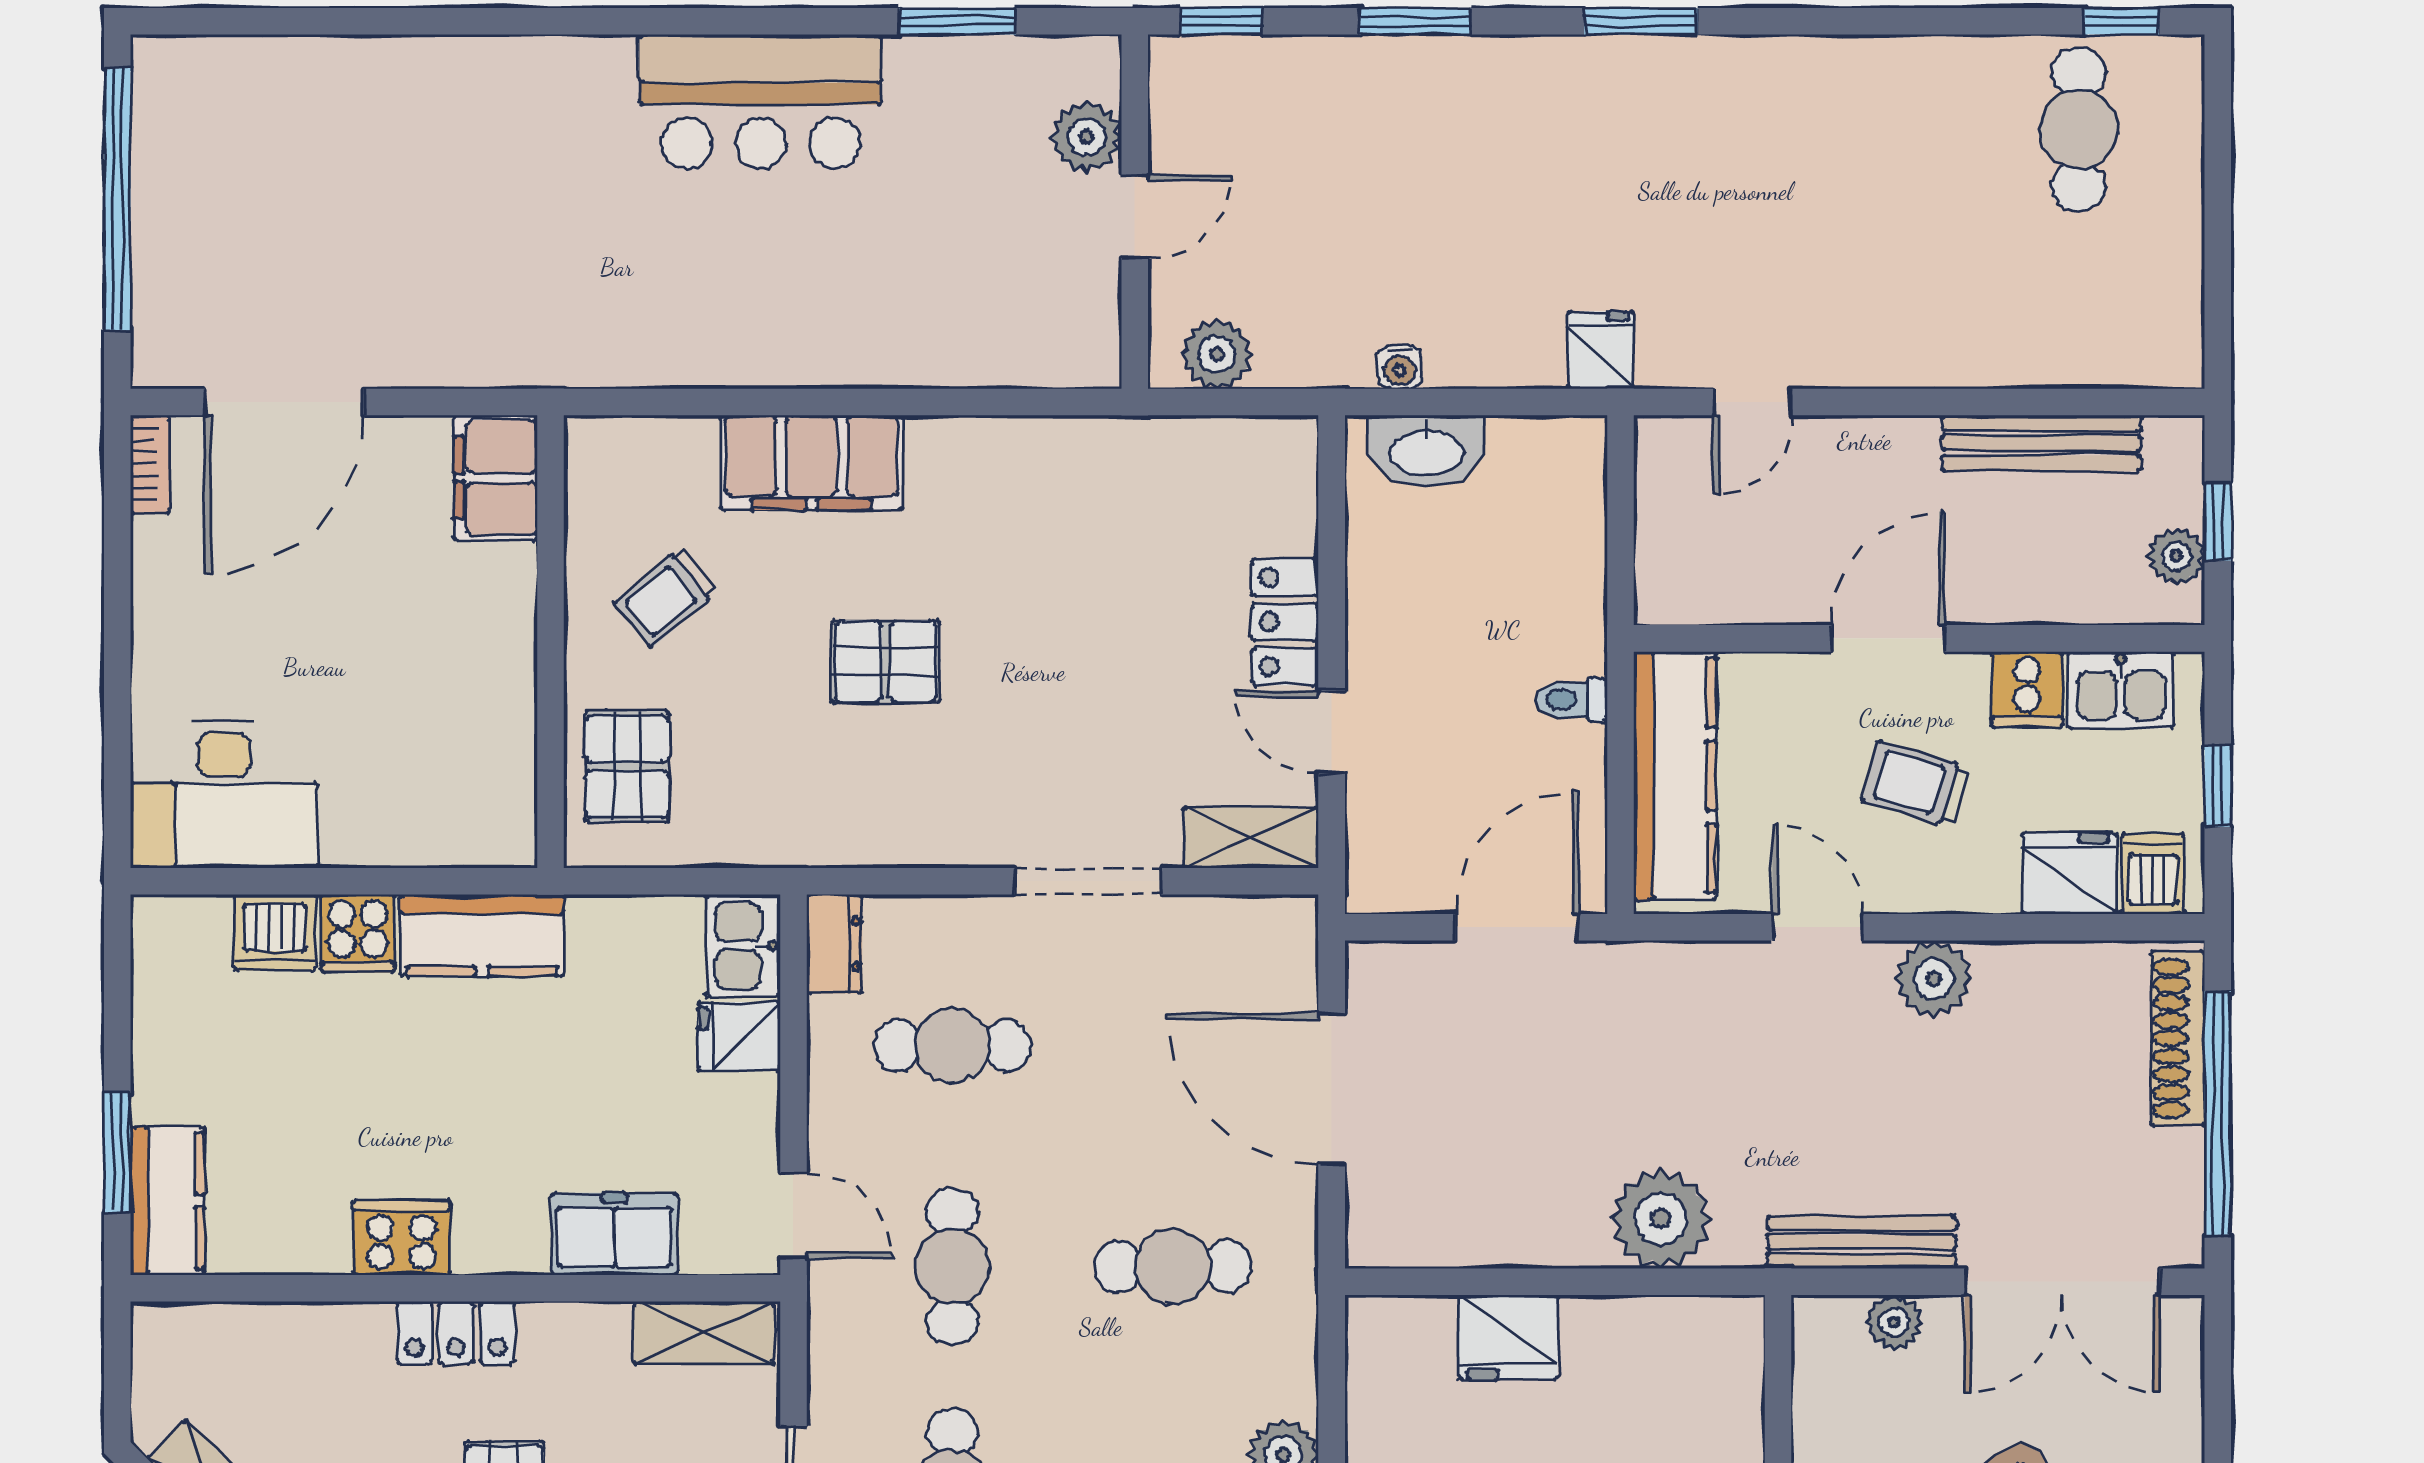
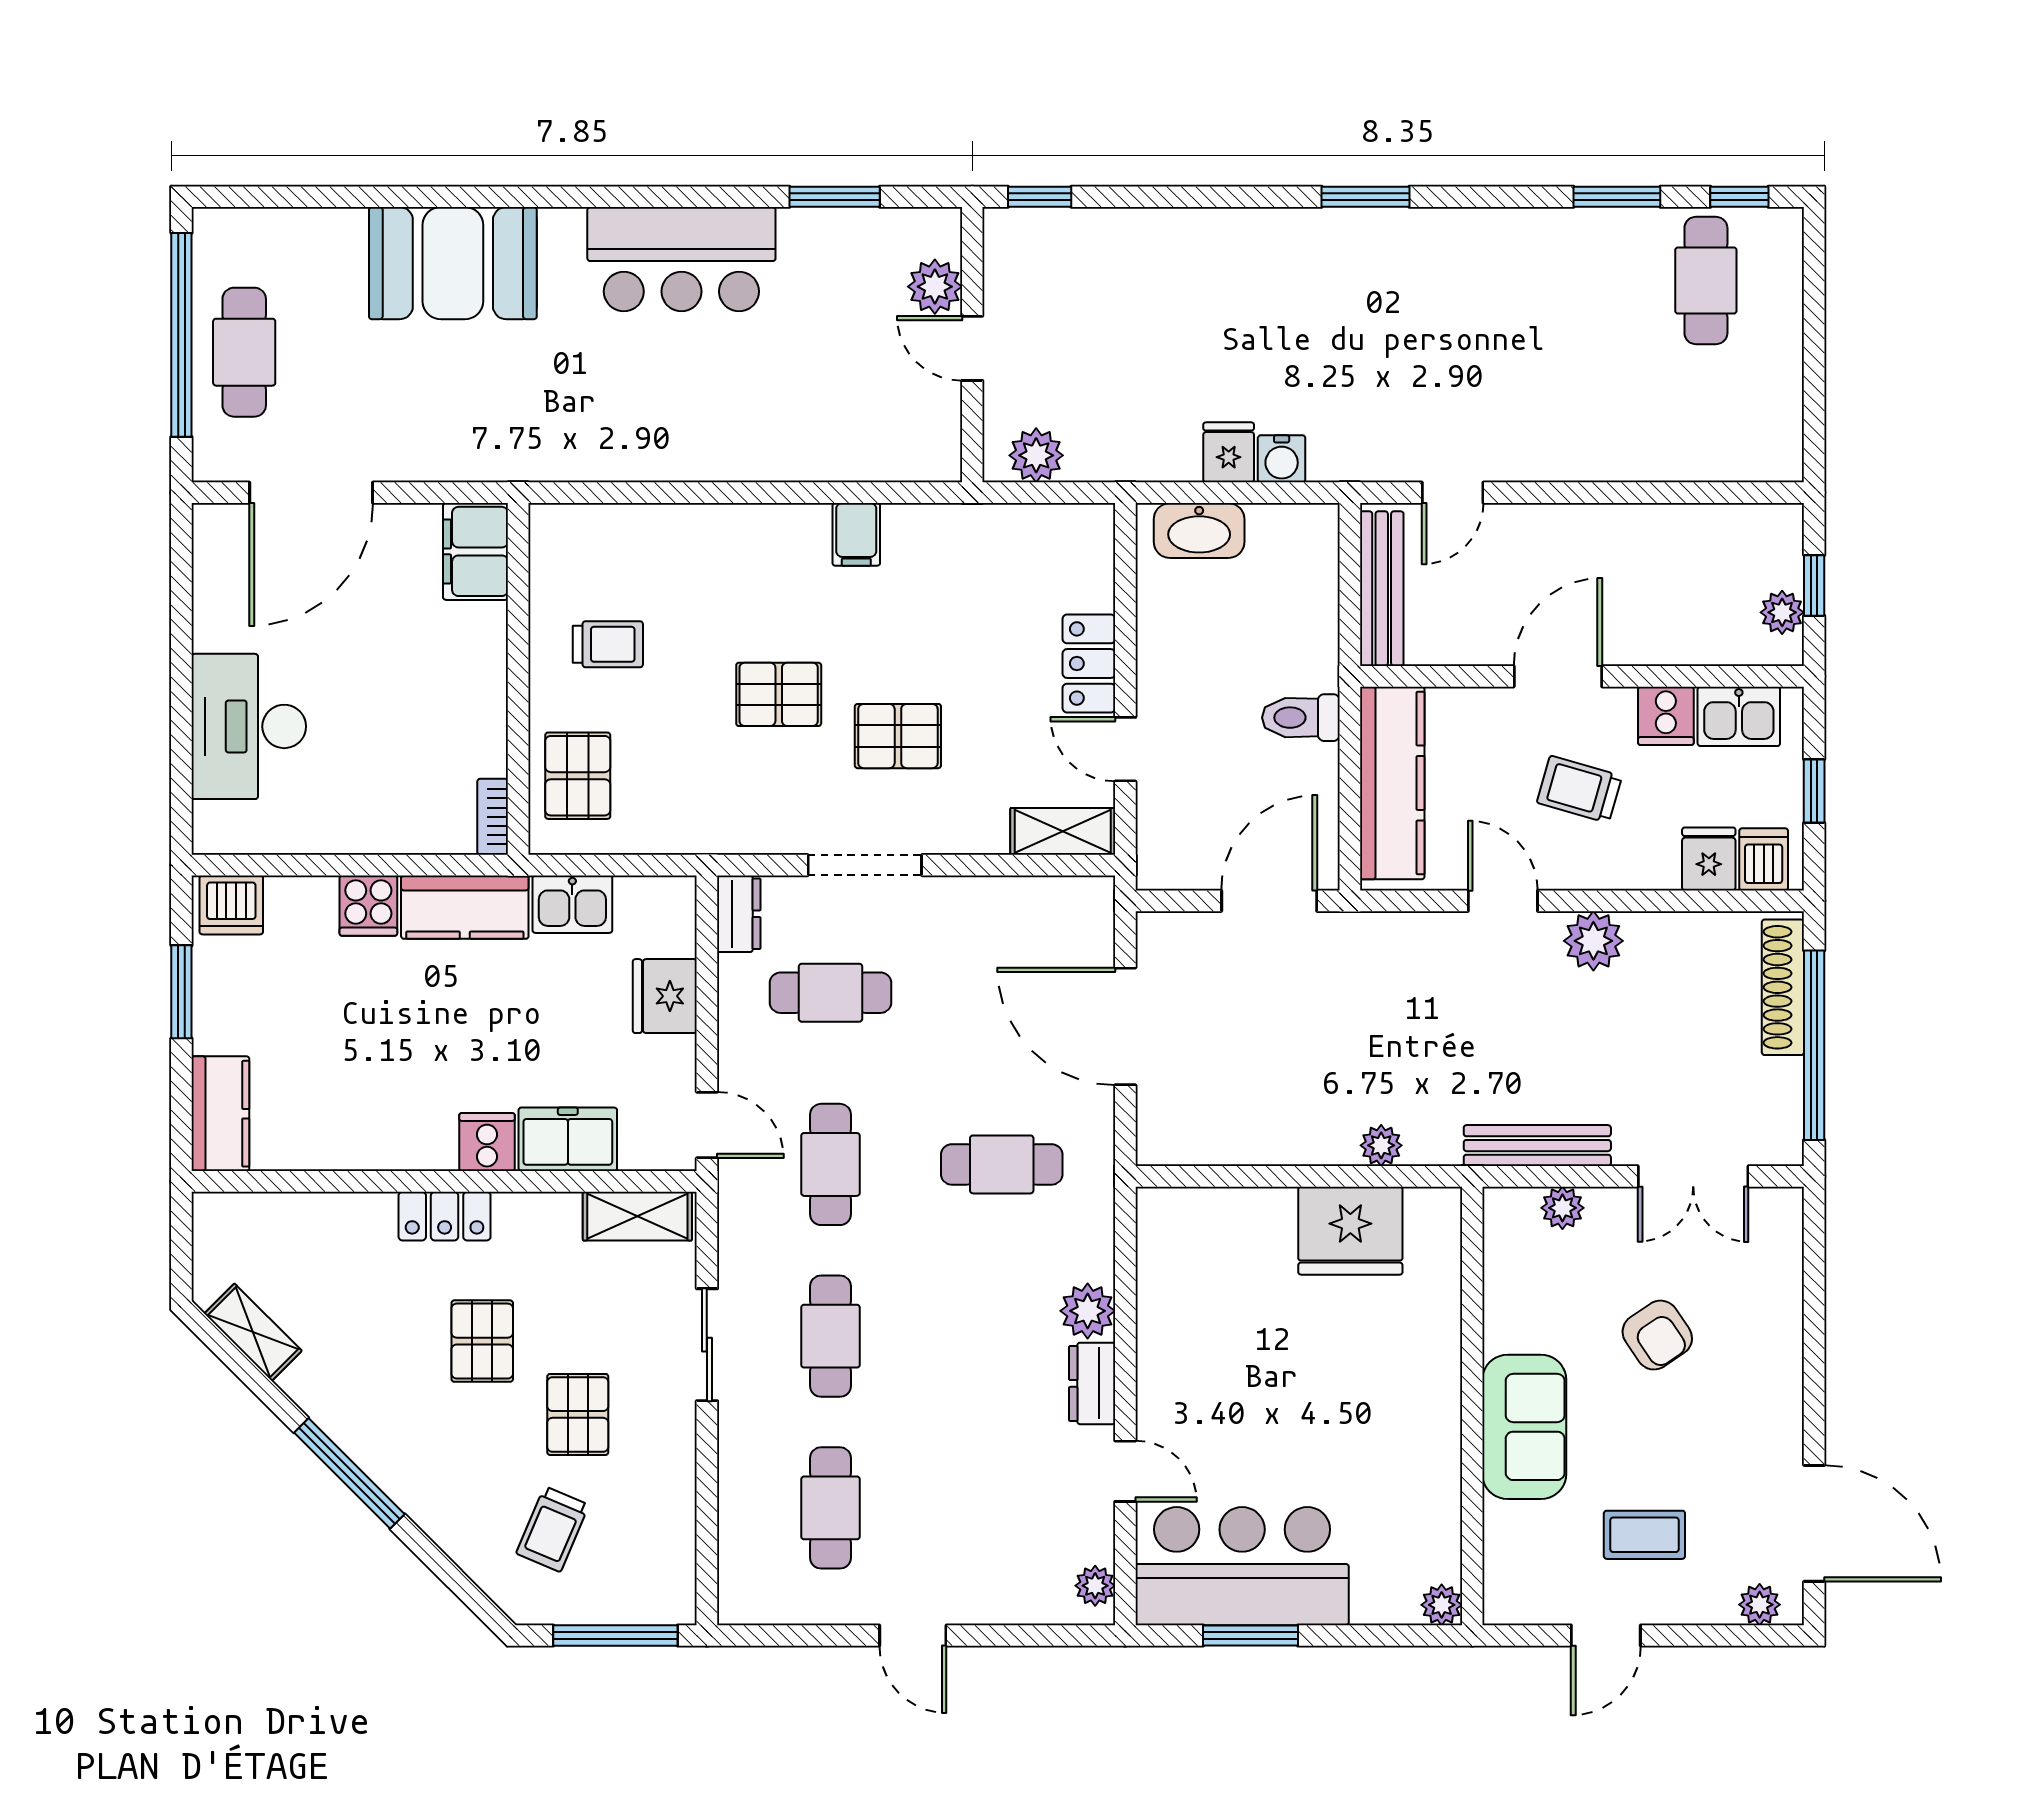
window: (1415, 21) -> (1617, 197), moved
booth: (467, 107) -> (453, 263), added
door: (1135, 216) -> (972, 348), swing flipped
cafe table: (198, 221) -> (244, 352), added
fridge: (1601, 350) -> (1229, 452), moved
water cooler: (1400, 367) -> (1282, 459), moved, width x1.38, depth x1.38
bench: (2042, 443) -> (1382, 589), moved, turned 90
filing cabinet: (812, 463) -> (856, 534), moved, width x0.33, depth x0.86
bookcase: (150, 464) -> (493, 817), moved, turned 180
trolley: (666, 597) -> (608, 644), turned -140
toilet: (1571, 700) -> (1301, 718), width x1.37, depth x1.39
pallet: (1039, 715) -> (898, 736), added
desk: (224, 795) -> (249, 726), moved, turned 90
fridge: (2069, 873) -> (1709, 859), width x0.72
doorway: (1088, 881) -> (865, 865), moved
dishwasher: (275, 932) -> (231, 905), moved
kitchen sink: (743, 946) -> (572, 904), moved, turned -90
fridge: (739, 1036) -> (665, 996), width x1.38
window: (117, 1153) -> (181, 992), moved
plant: (1661, 1219) -> (1381, 1145), width x0.53, depth x0.53
cooker: (401, 1238) -> (487, 1142), moved, width x0.73
double door: (2062, 1282) -> (1693, 1176), width x0.73
fridge: (1508, 1337) -> (1350, 1231), moved, width x1.36, depth x1.34

